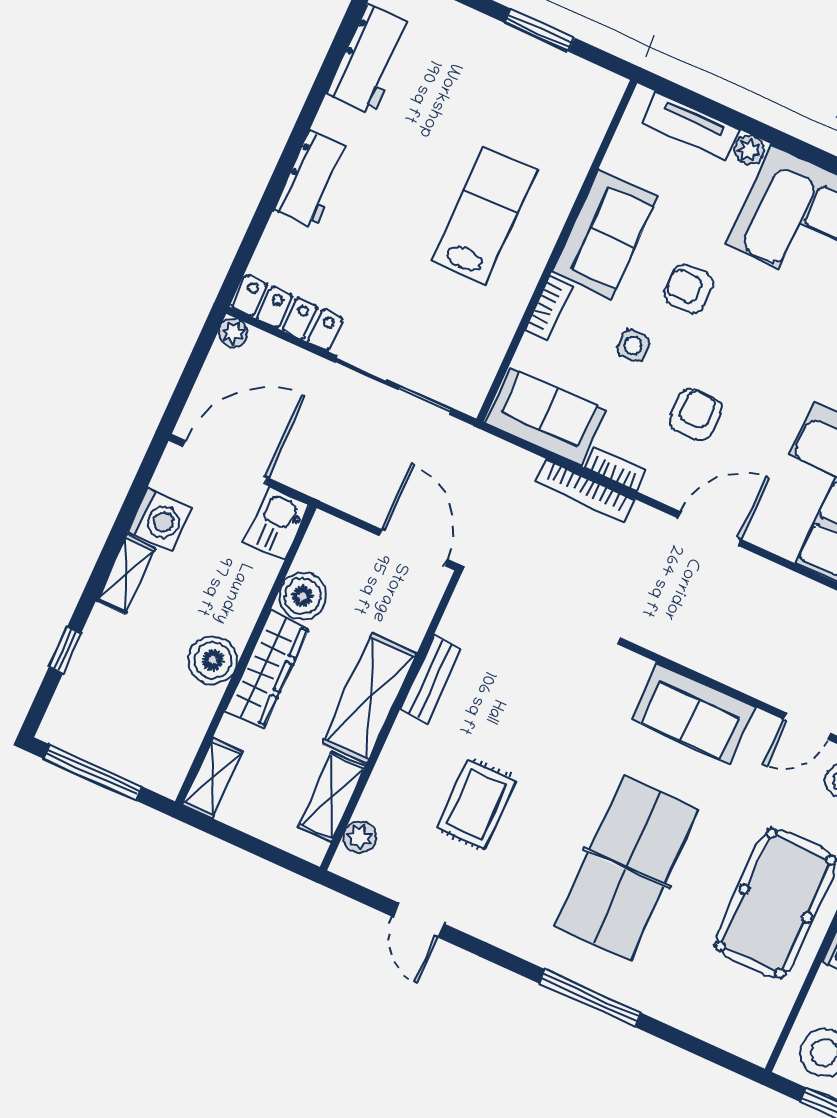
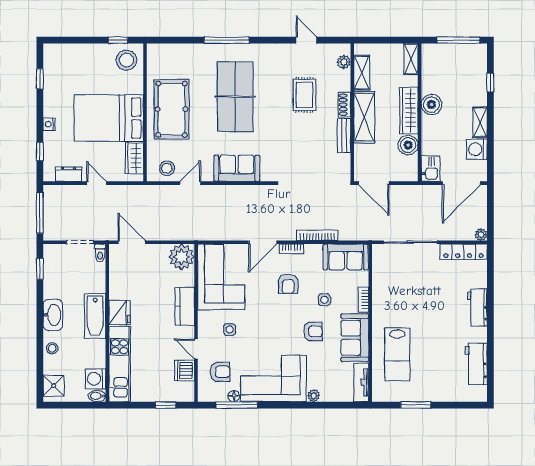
tv unit: (690, 126) -> (361, 382), moved, turned -90
lab bench: (484, 215) -> (397, 354), moved
bookcase: (615, 469) -> (291, 249), moved
shoe rack: (399, 744) -> (345, 105), added

